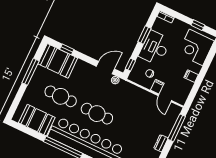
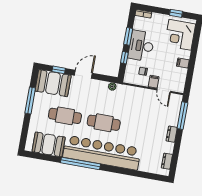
window: (130, 65) -> (124, 58), moved
door: (105, 68) -> (83, 74), moved

